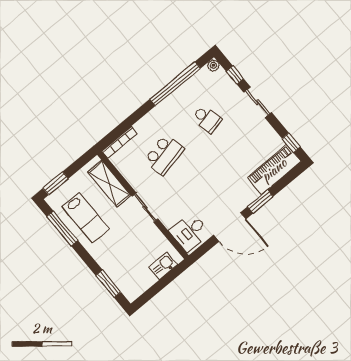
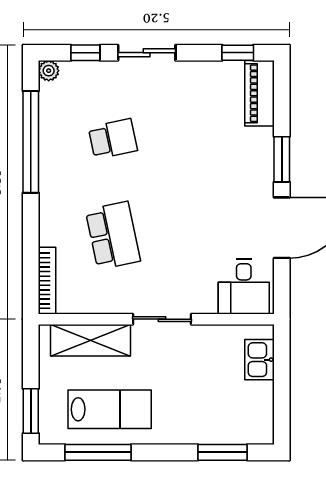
piano: (274, 170) -> (259, 93), width x0.73, depth x0.75

